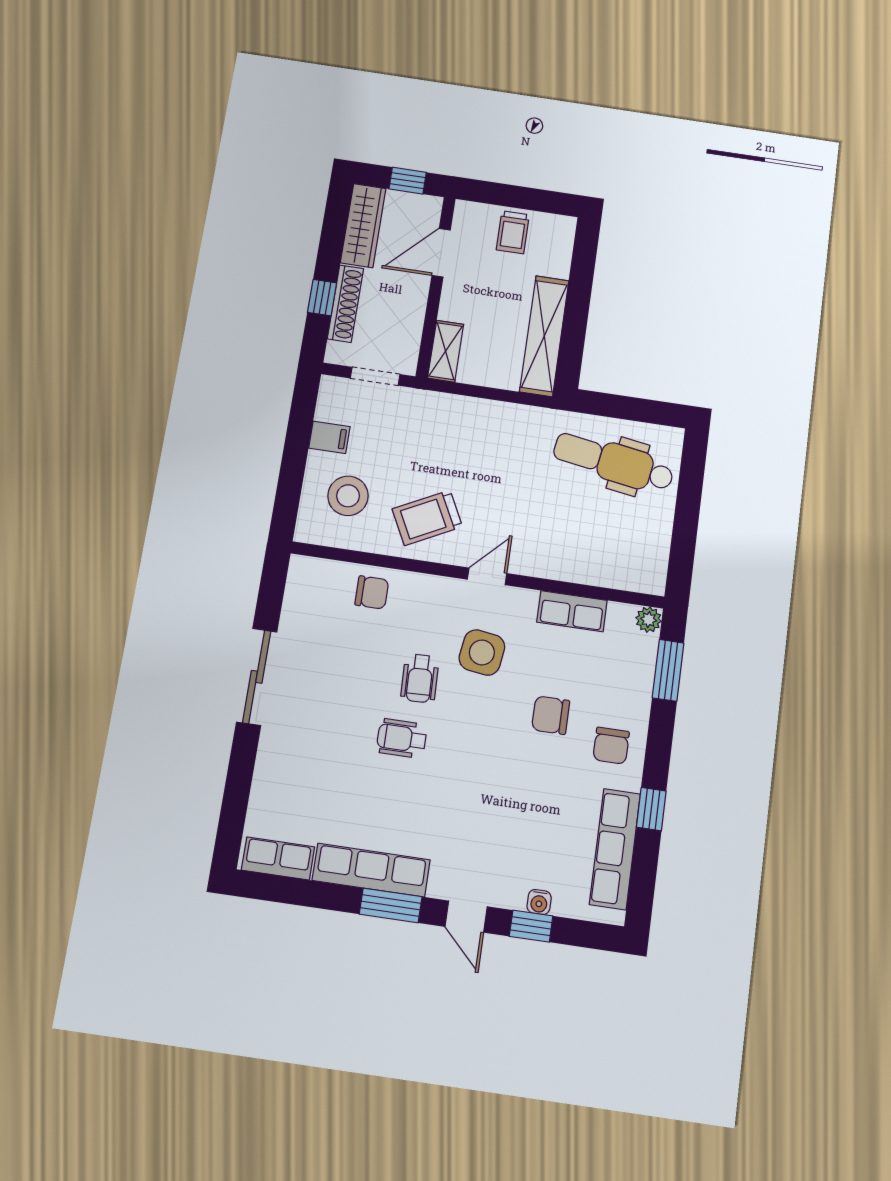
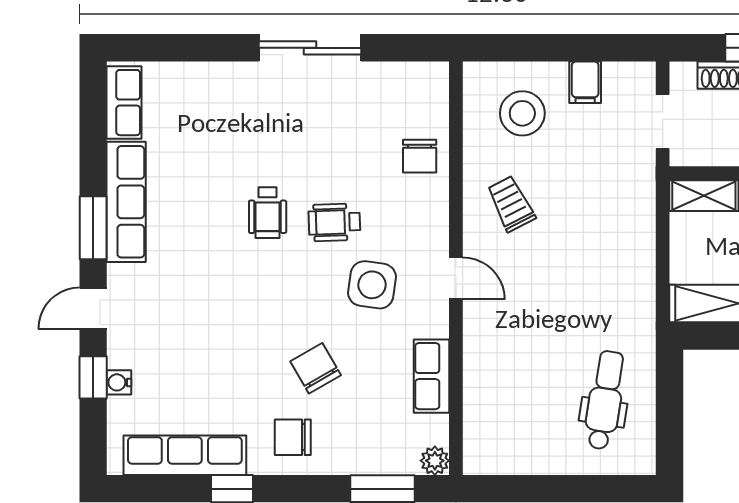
dental chair: (614, 462) -> (605, 400), width x0.73, depth x0.72
trolley: (427, 518) -> (511, 204), width x0.73, depth x0.72
chair: (551, 715) -> (316, 368), turned -30
wheelchair: (402, 738) -> (268, 213), turned 180

